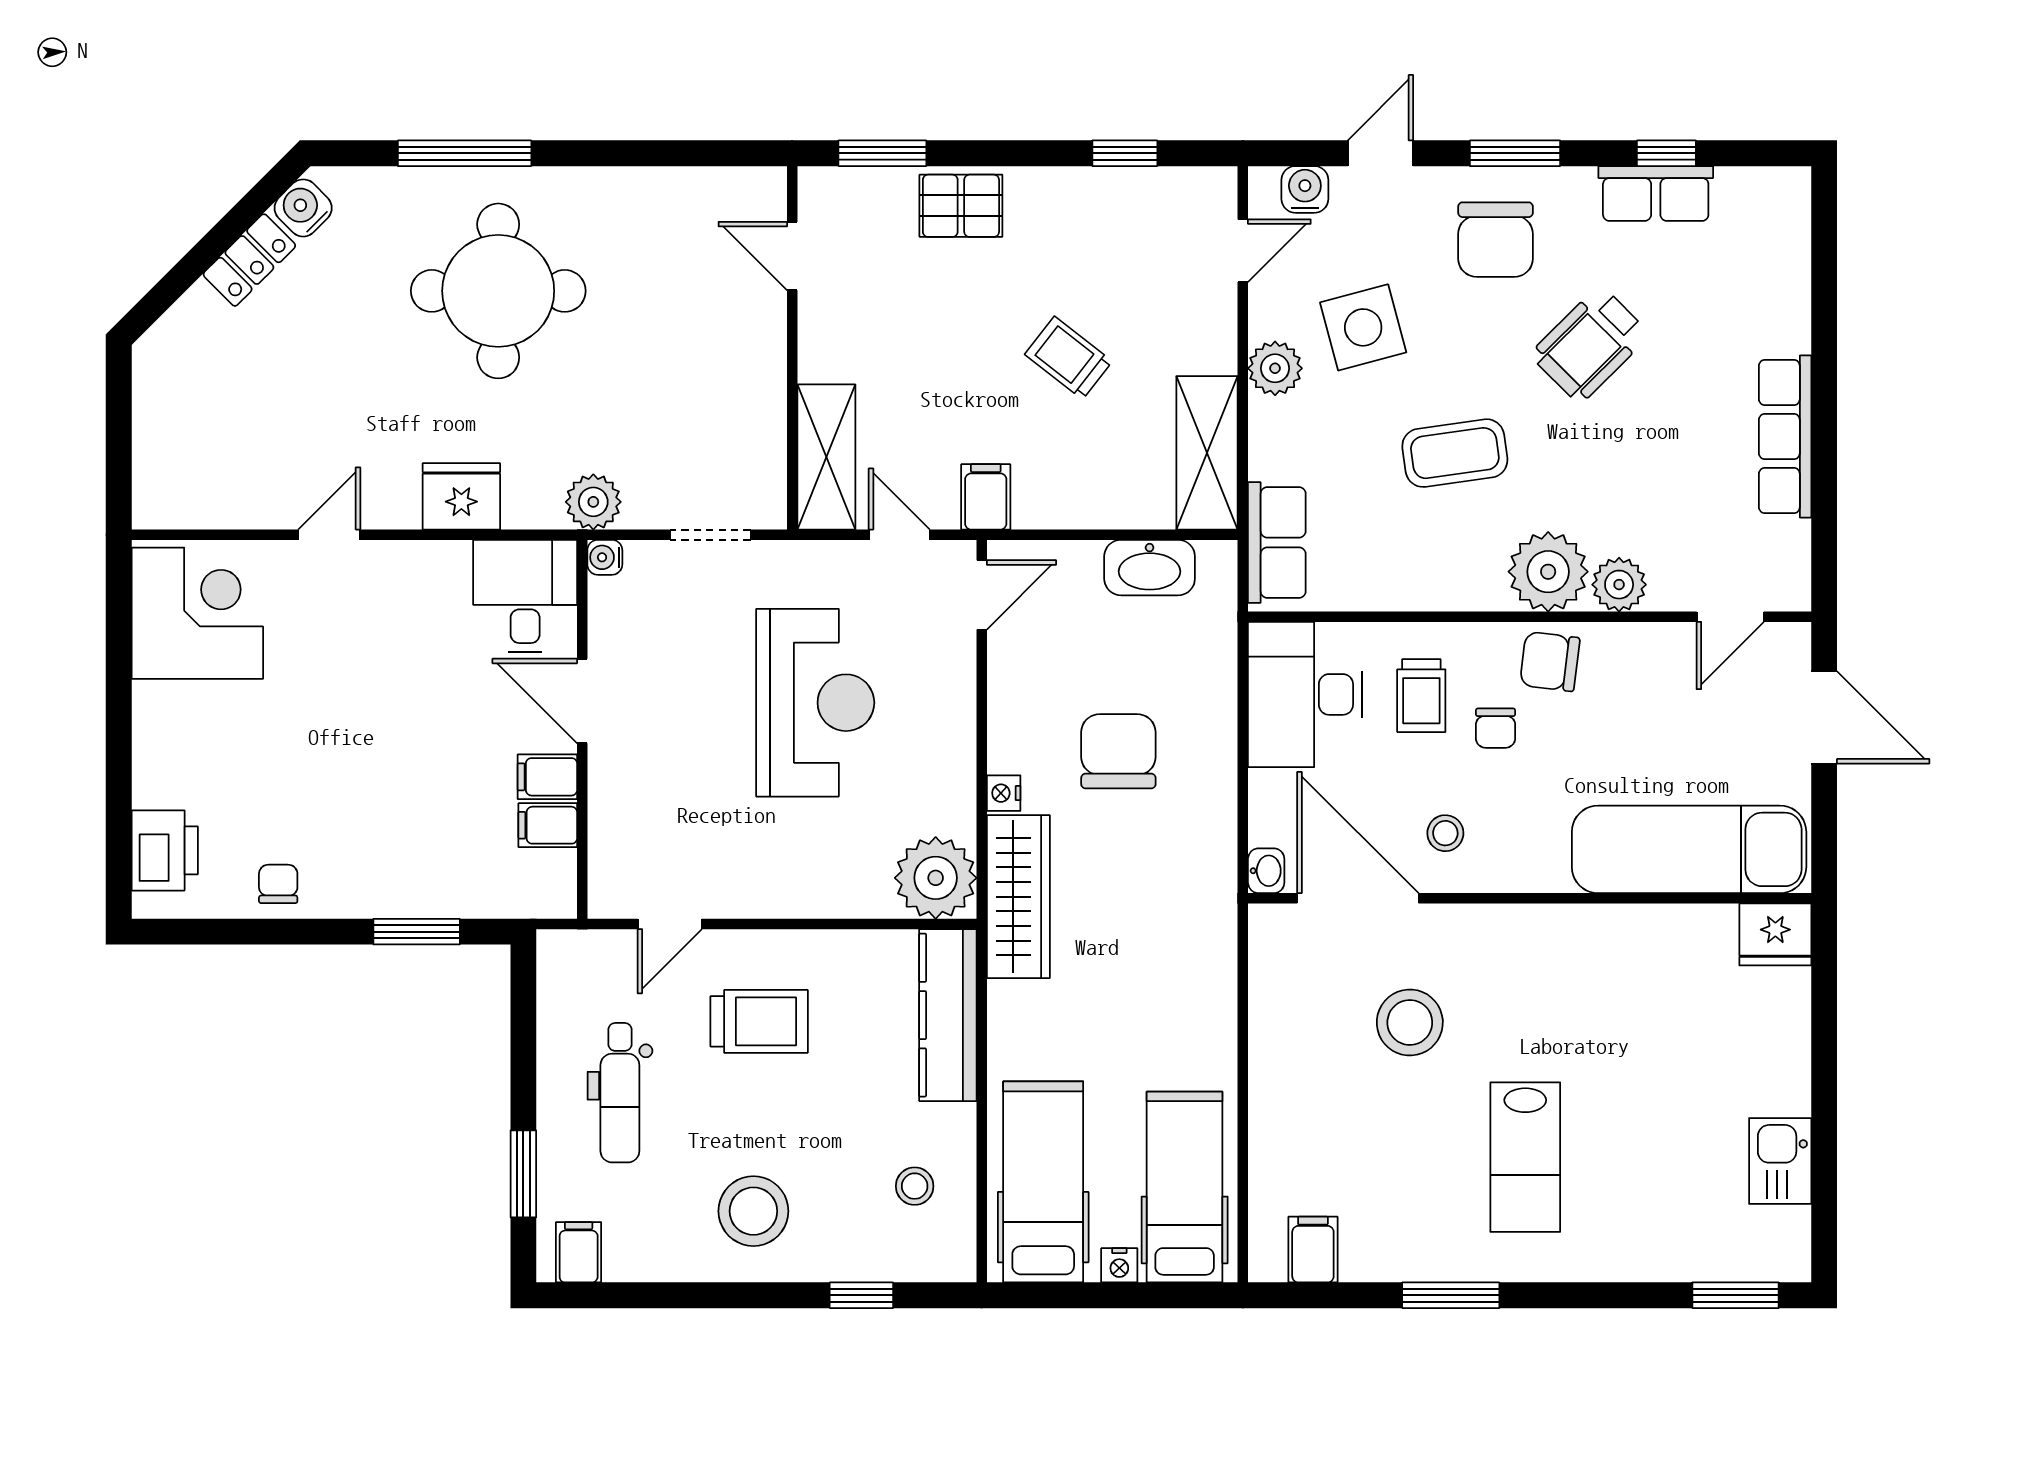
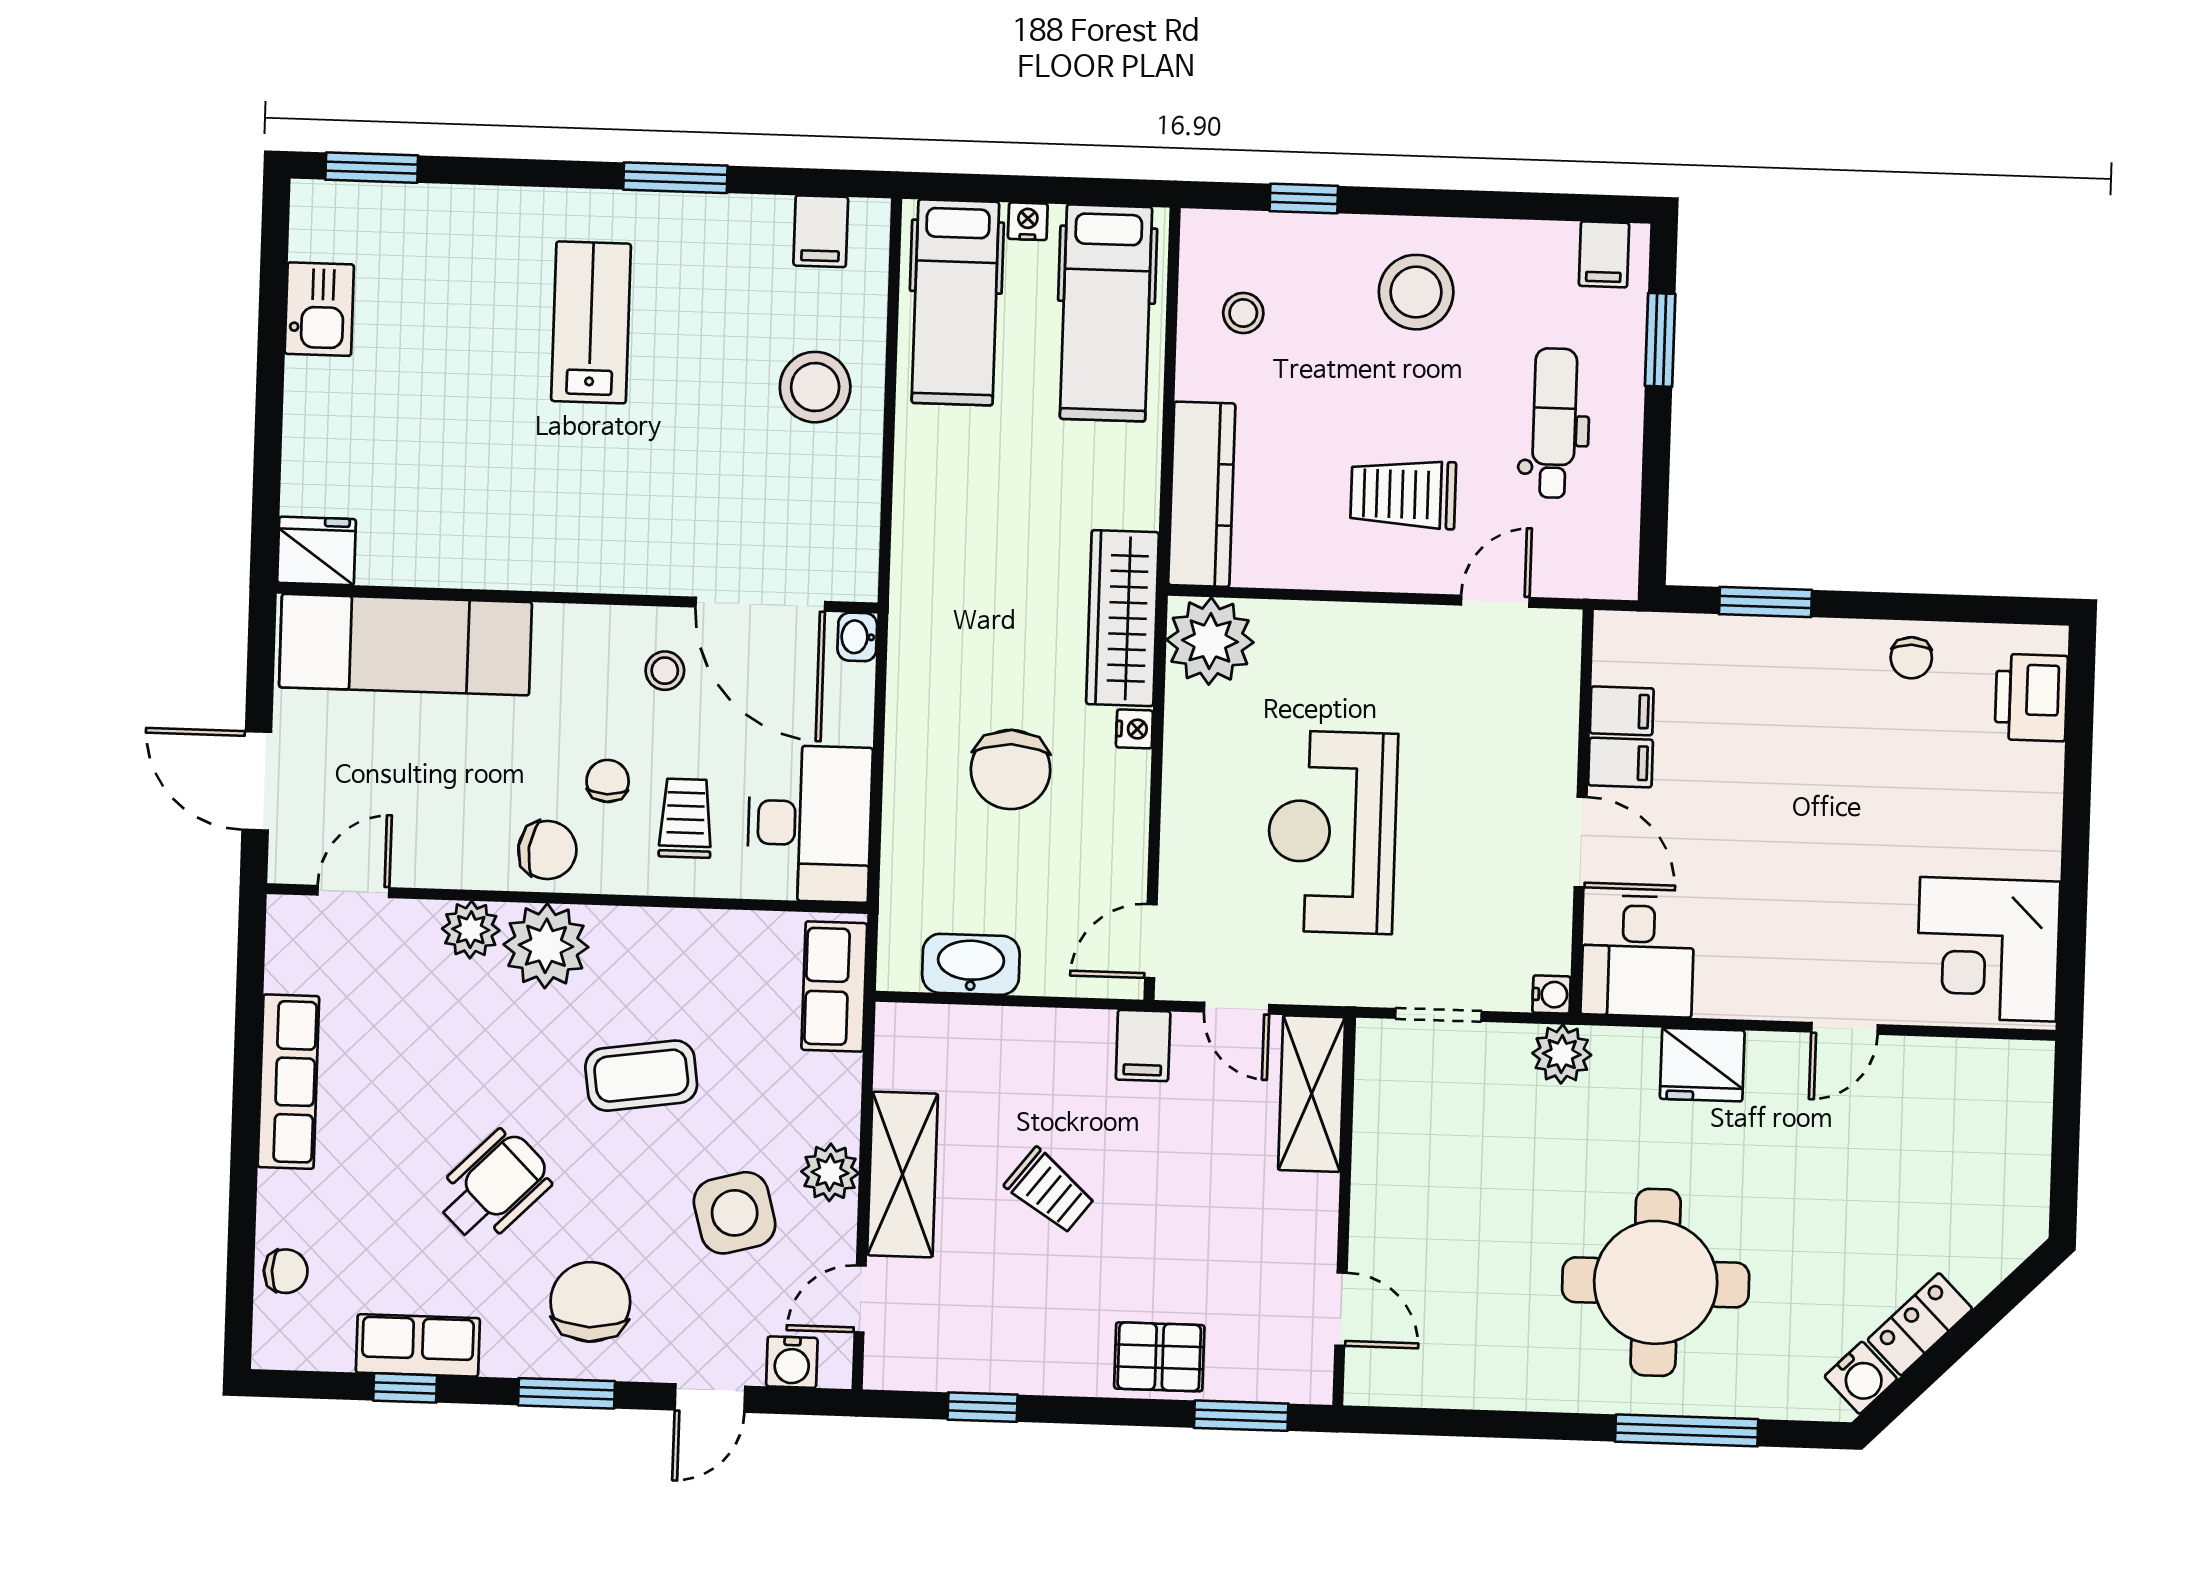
chair: (1782, 259) -> (286, 1271), added
shelving: (1207, 453) -> (903, 1174), moved
stool: (1410, 1023) -> (815, 387), moved

